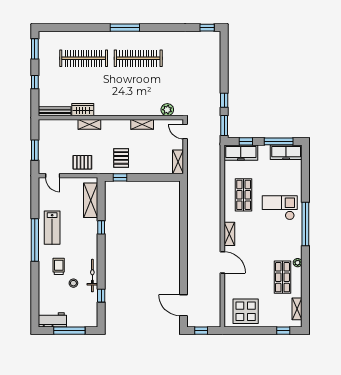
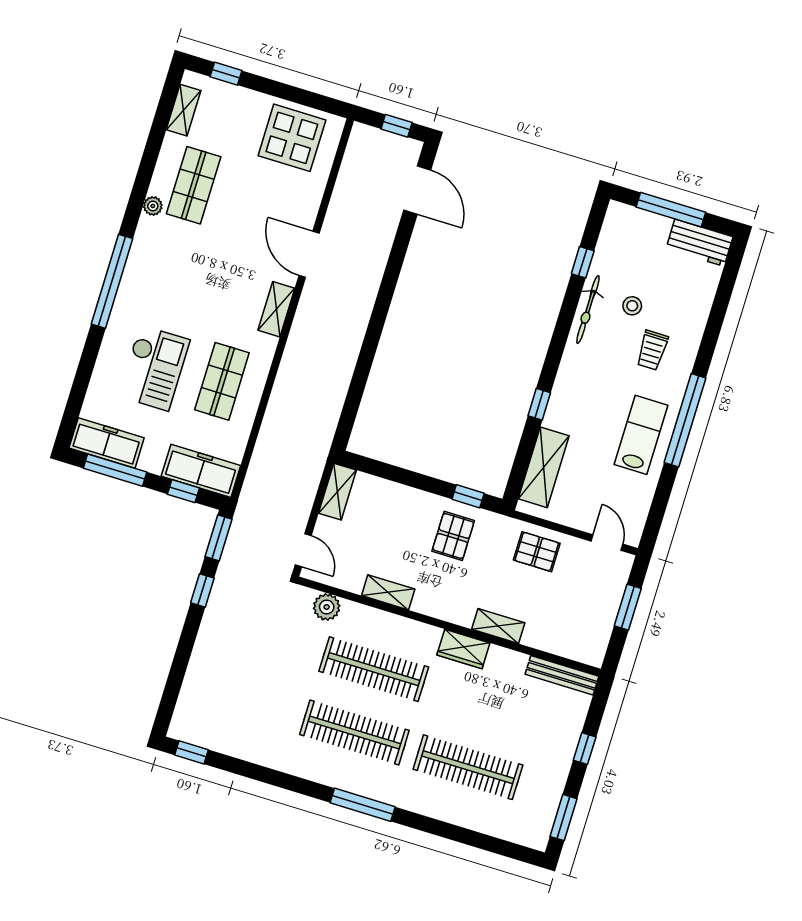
clothes rail: (138, 89) -> (374, 669), added
wardrobe: (83, 110) -> (463, 649), moved
checkout: (280, 208) -> (154, 368), moved, turned -90

